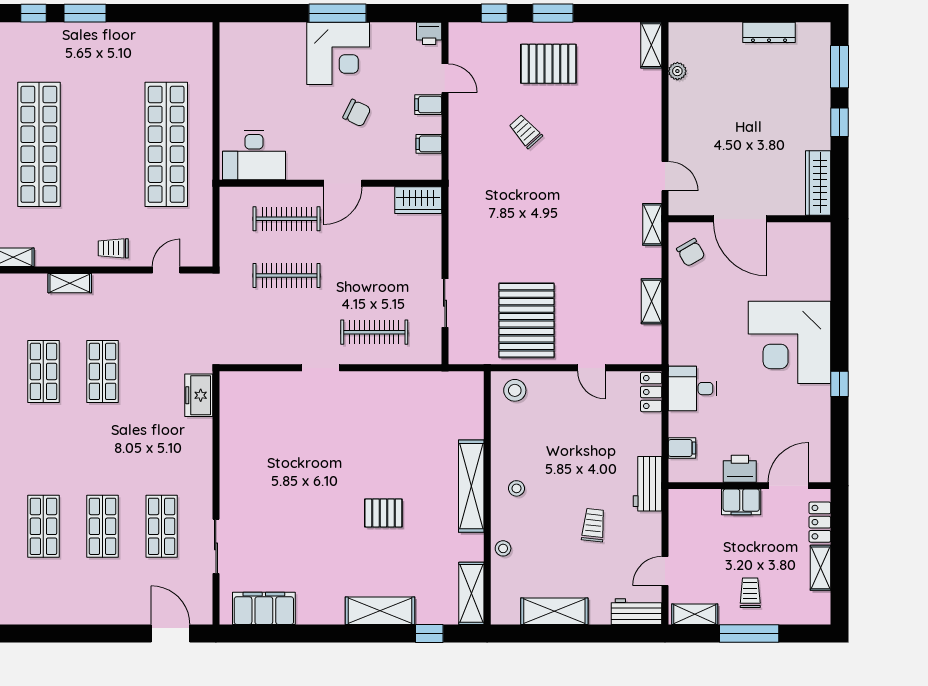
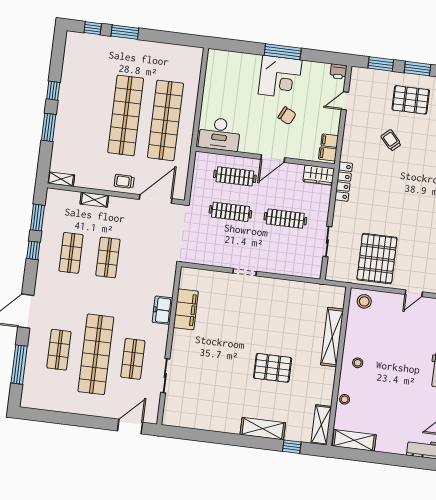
window: (494, 13) -> (381, 64), width x1.50
door: (445, 78) -> (345, 101), swing flipped
filing cabinet: (428, 105) -> (328, 154), moved
shop shelf: (39, 144) -> (126, 115), moved
locker: (459, 206) -> (344, 182), added
door: (166, 270) -> (156, 199), width x1.87
clothes rail: (374, 332) -> (285, 219), moved
door: (591, 368) -> (414, 293), hinge flipped
freezer: (199, 395) -> (162, 310), moved
shelving: (471, 486) -> (332, 337), moved
pallet: (383, 513) -> (273, 368), width x1.50, depth x1.42
trolley: (593, 525) -> (403, 392), removed
shop shelf: (103, 526) -> (96, 354), width x2.00, depth x1.36
filing cabinet: (264, 608) -> (186, 309), moved, turned 90
shelving: (554, 611) -> (354, 440), moved
door: (171, 633) -> (130, 427), hinge flipped

